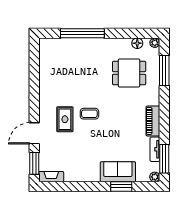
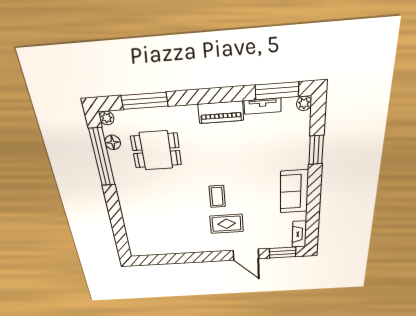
window: (82, 33) -> (102, 157), moved
dining table: (129, 73) -> (156, 151), turned 90
sofa: (118, 172) -> (294, 192), moved

